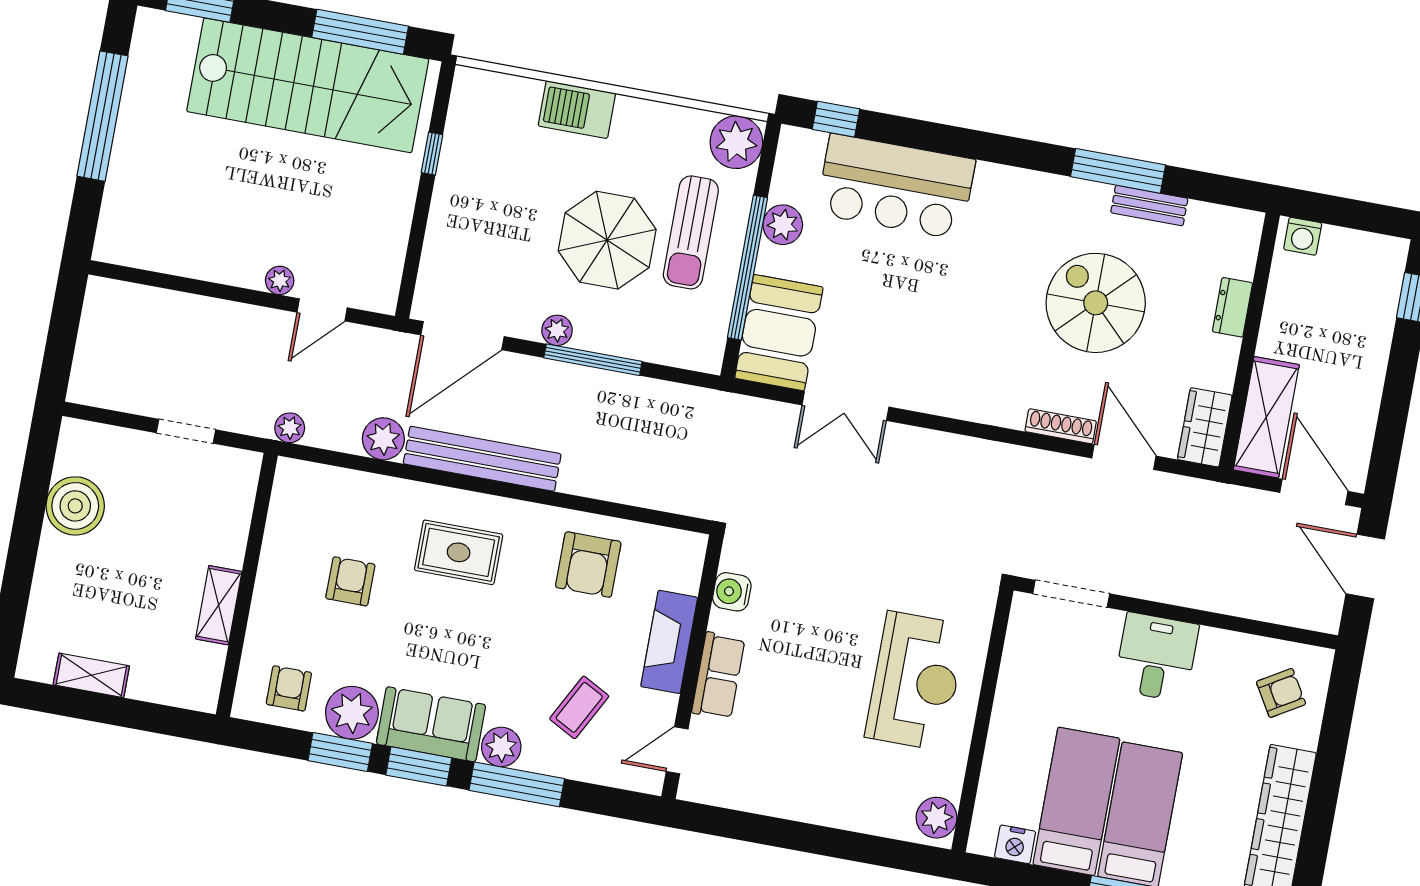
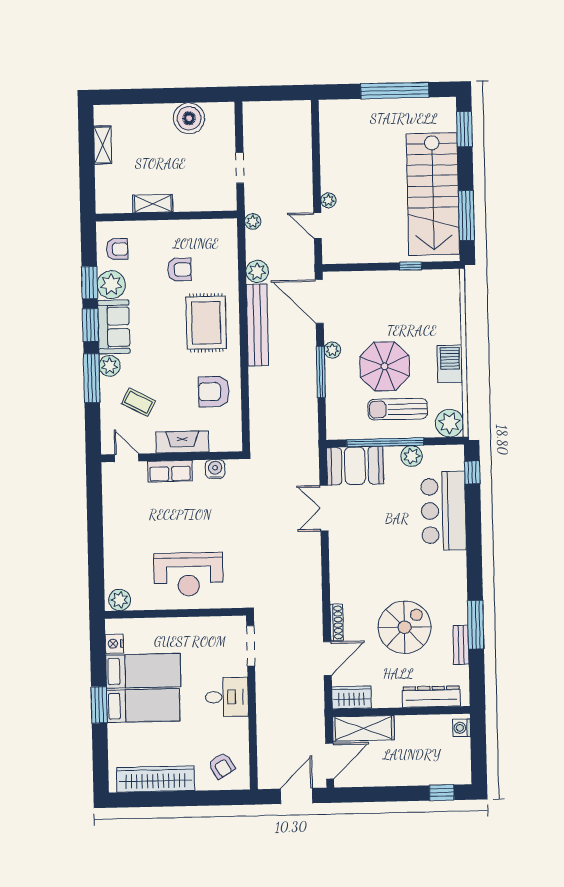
barbecue: (577, 110) -> (450, 364), moved
dresser: (1232, 307) -> (431, 697), width x1.96, depth x1.24
rug: (459, 552) -> (206, 323), width x1.36, depth x1.43

